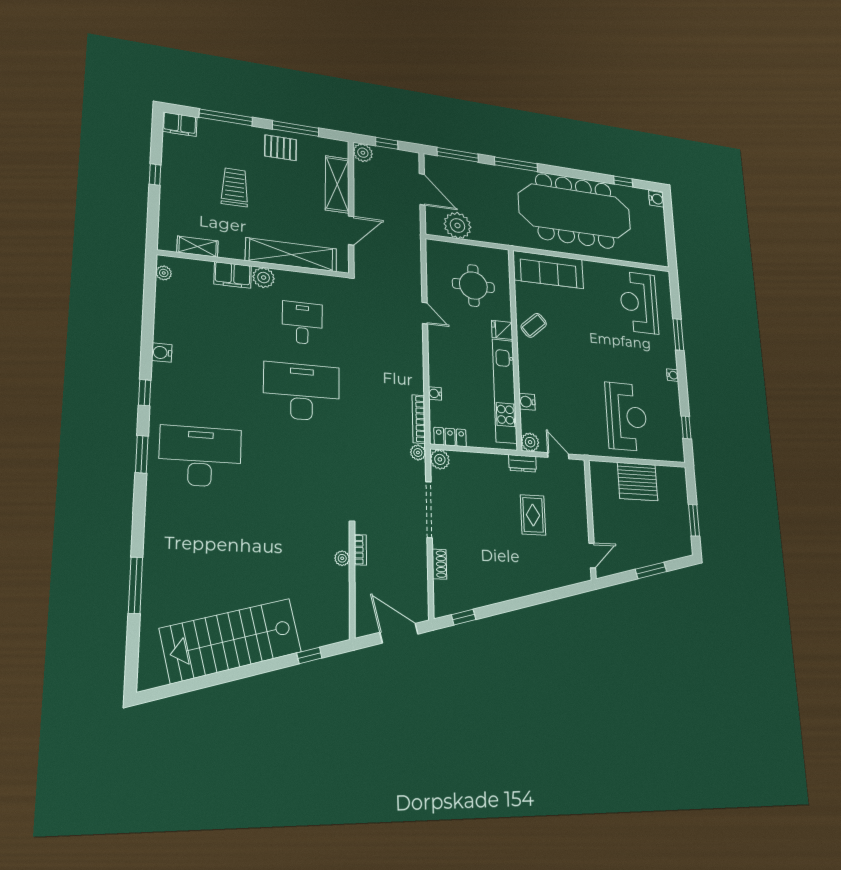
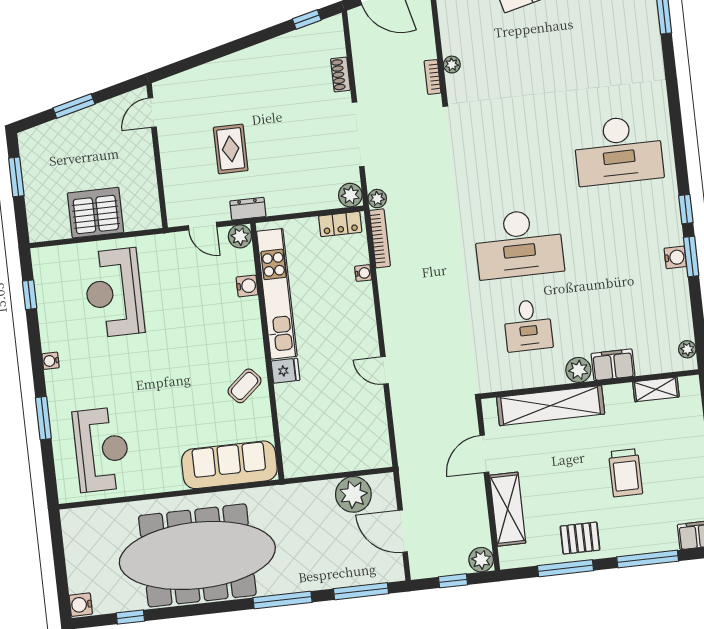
round table: (473, 285) -> (327, 420), removed
window: (142, 454) -> (691, 256), moved

